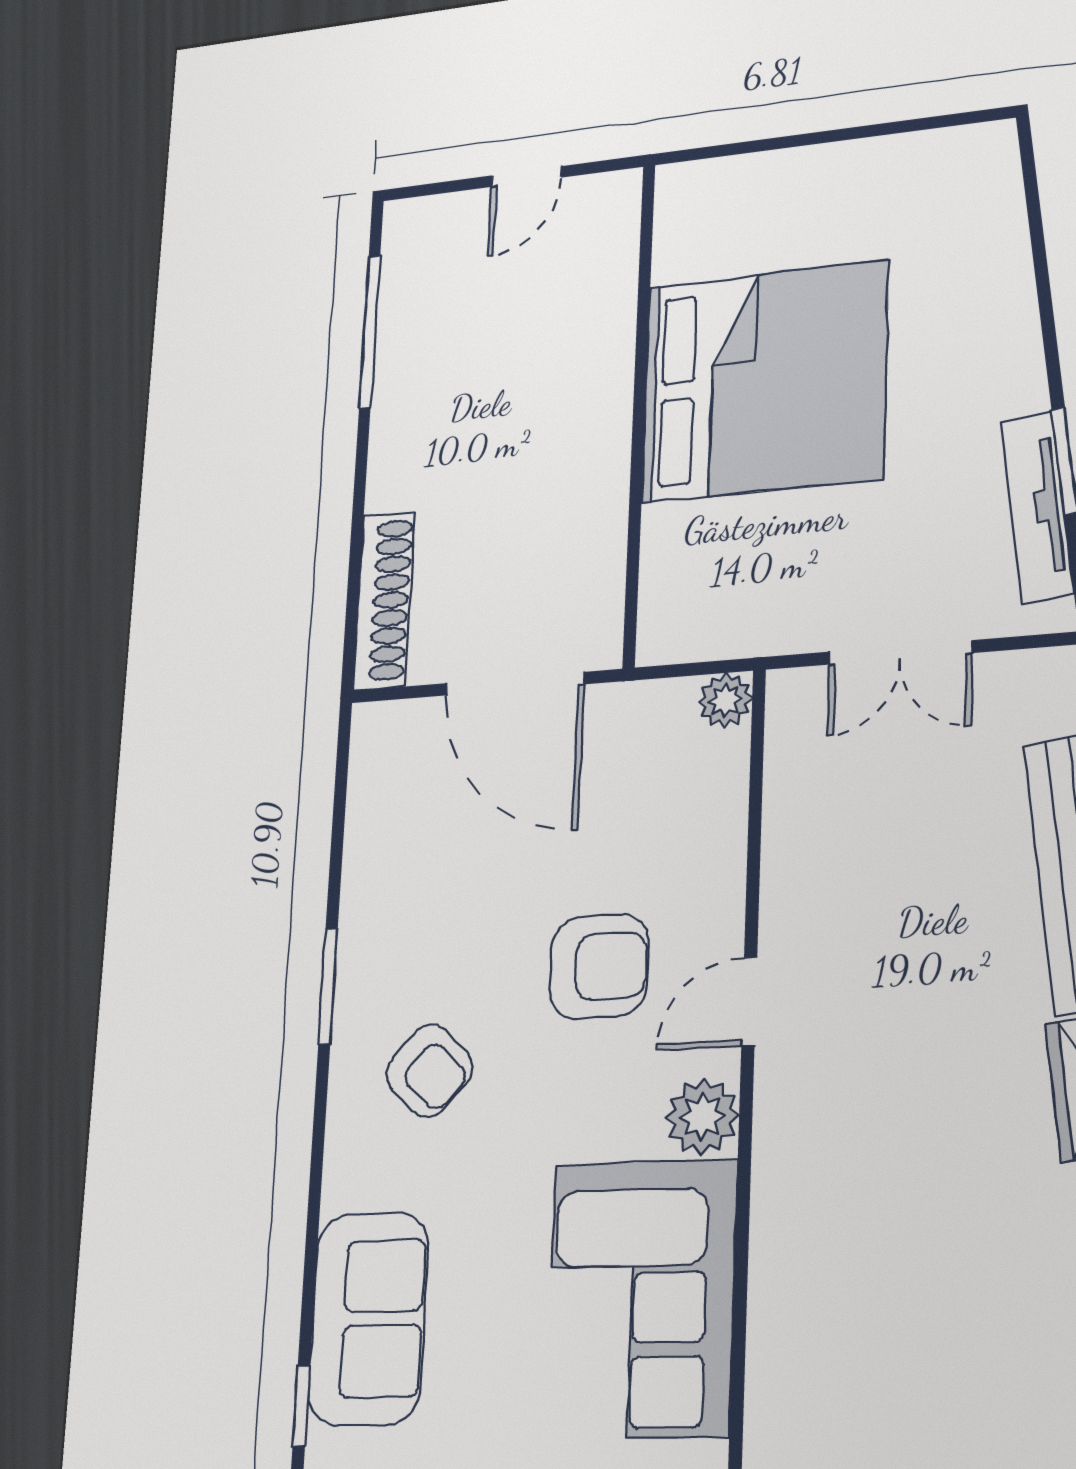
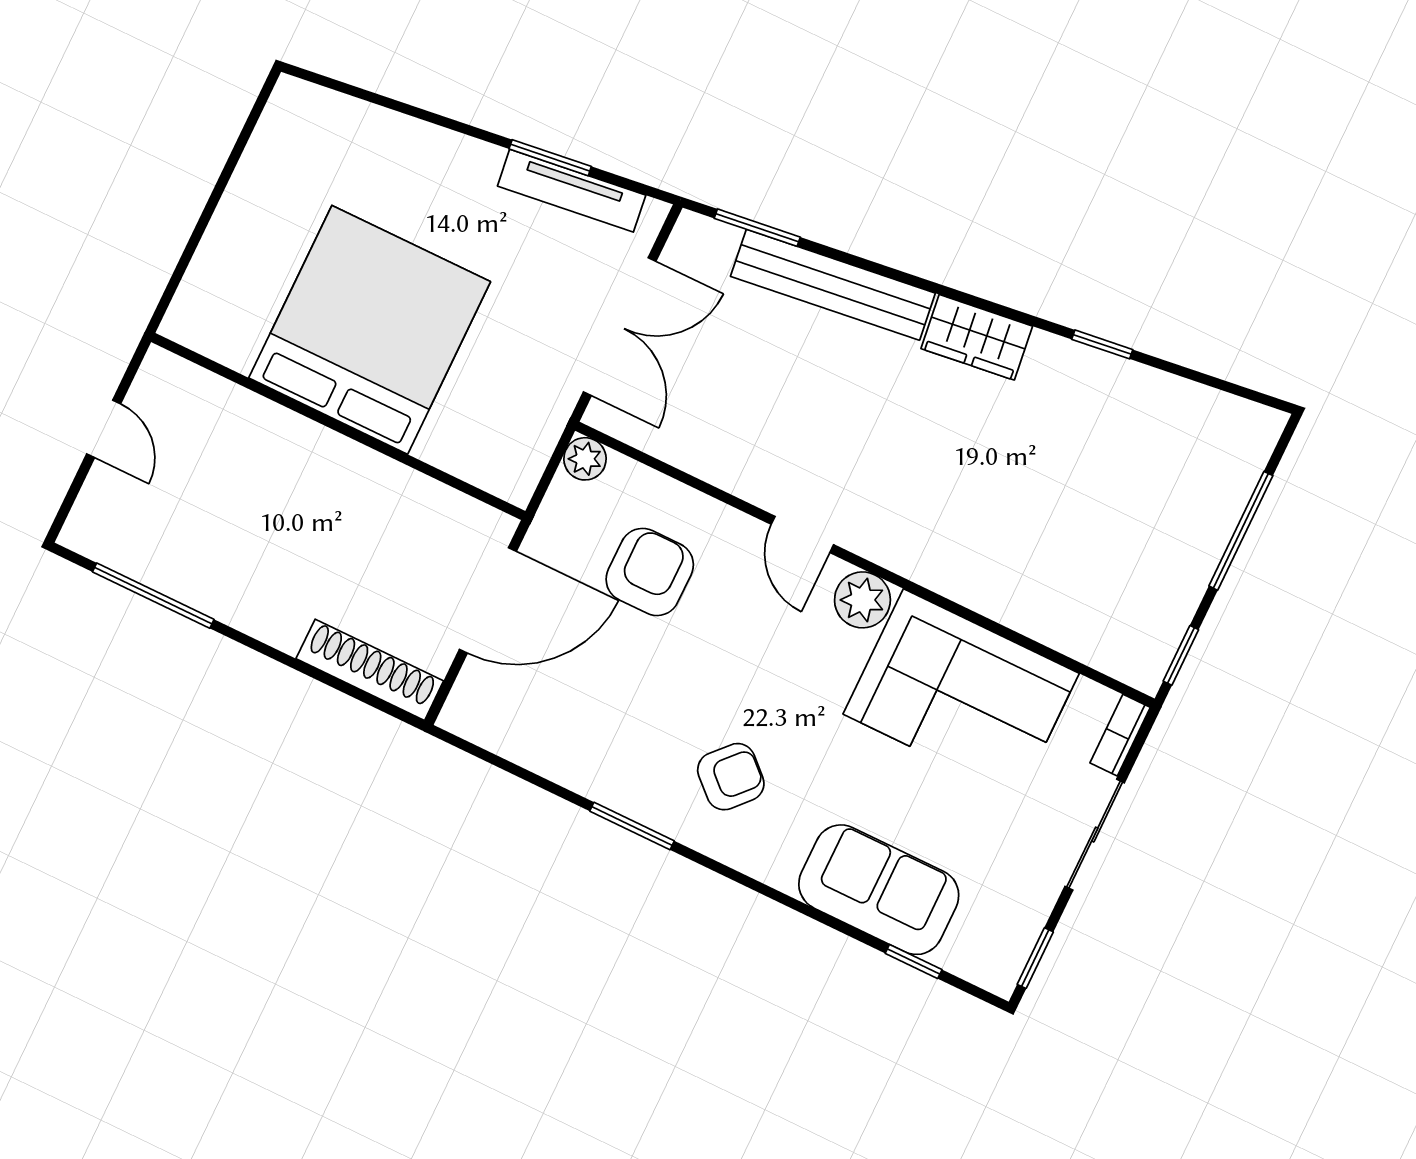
double door: (900, 652) -> (620, 327), width x1.37
armchair: (599, 967) -> (650, 572), moved

